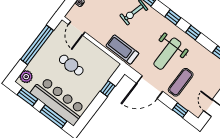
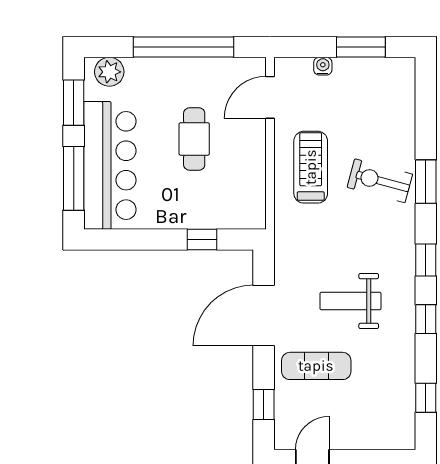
treadmill: (122, 50) -> (311, 167), moved
weight bench: (167, 54) -> (350, 301), width x0.73, depth x0.75
door: (150, 87) -> (264, 316), hinge flipped

